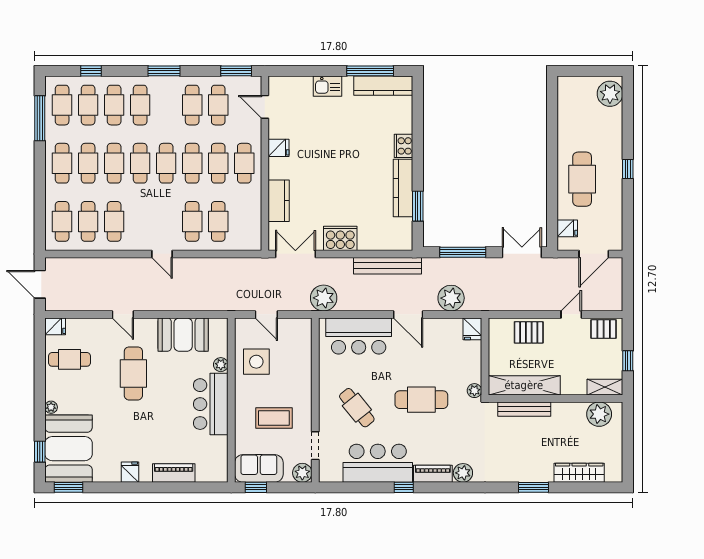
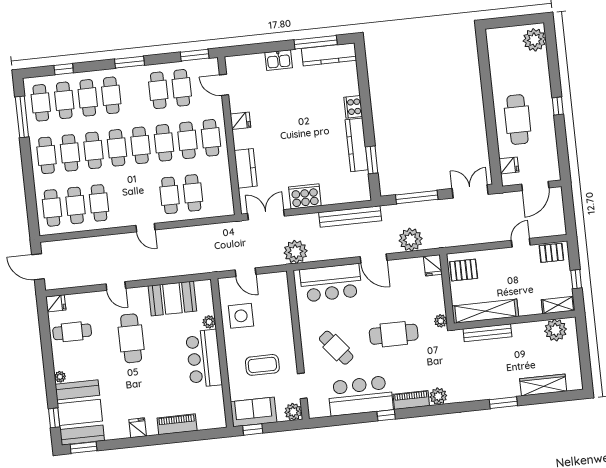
pallet: (529, 332) -> (464, 270), moved

